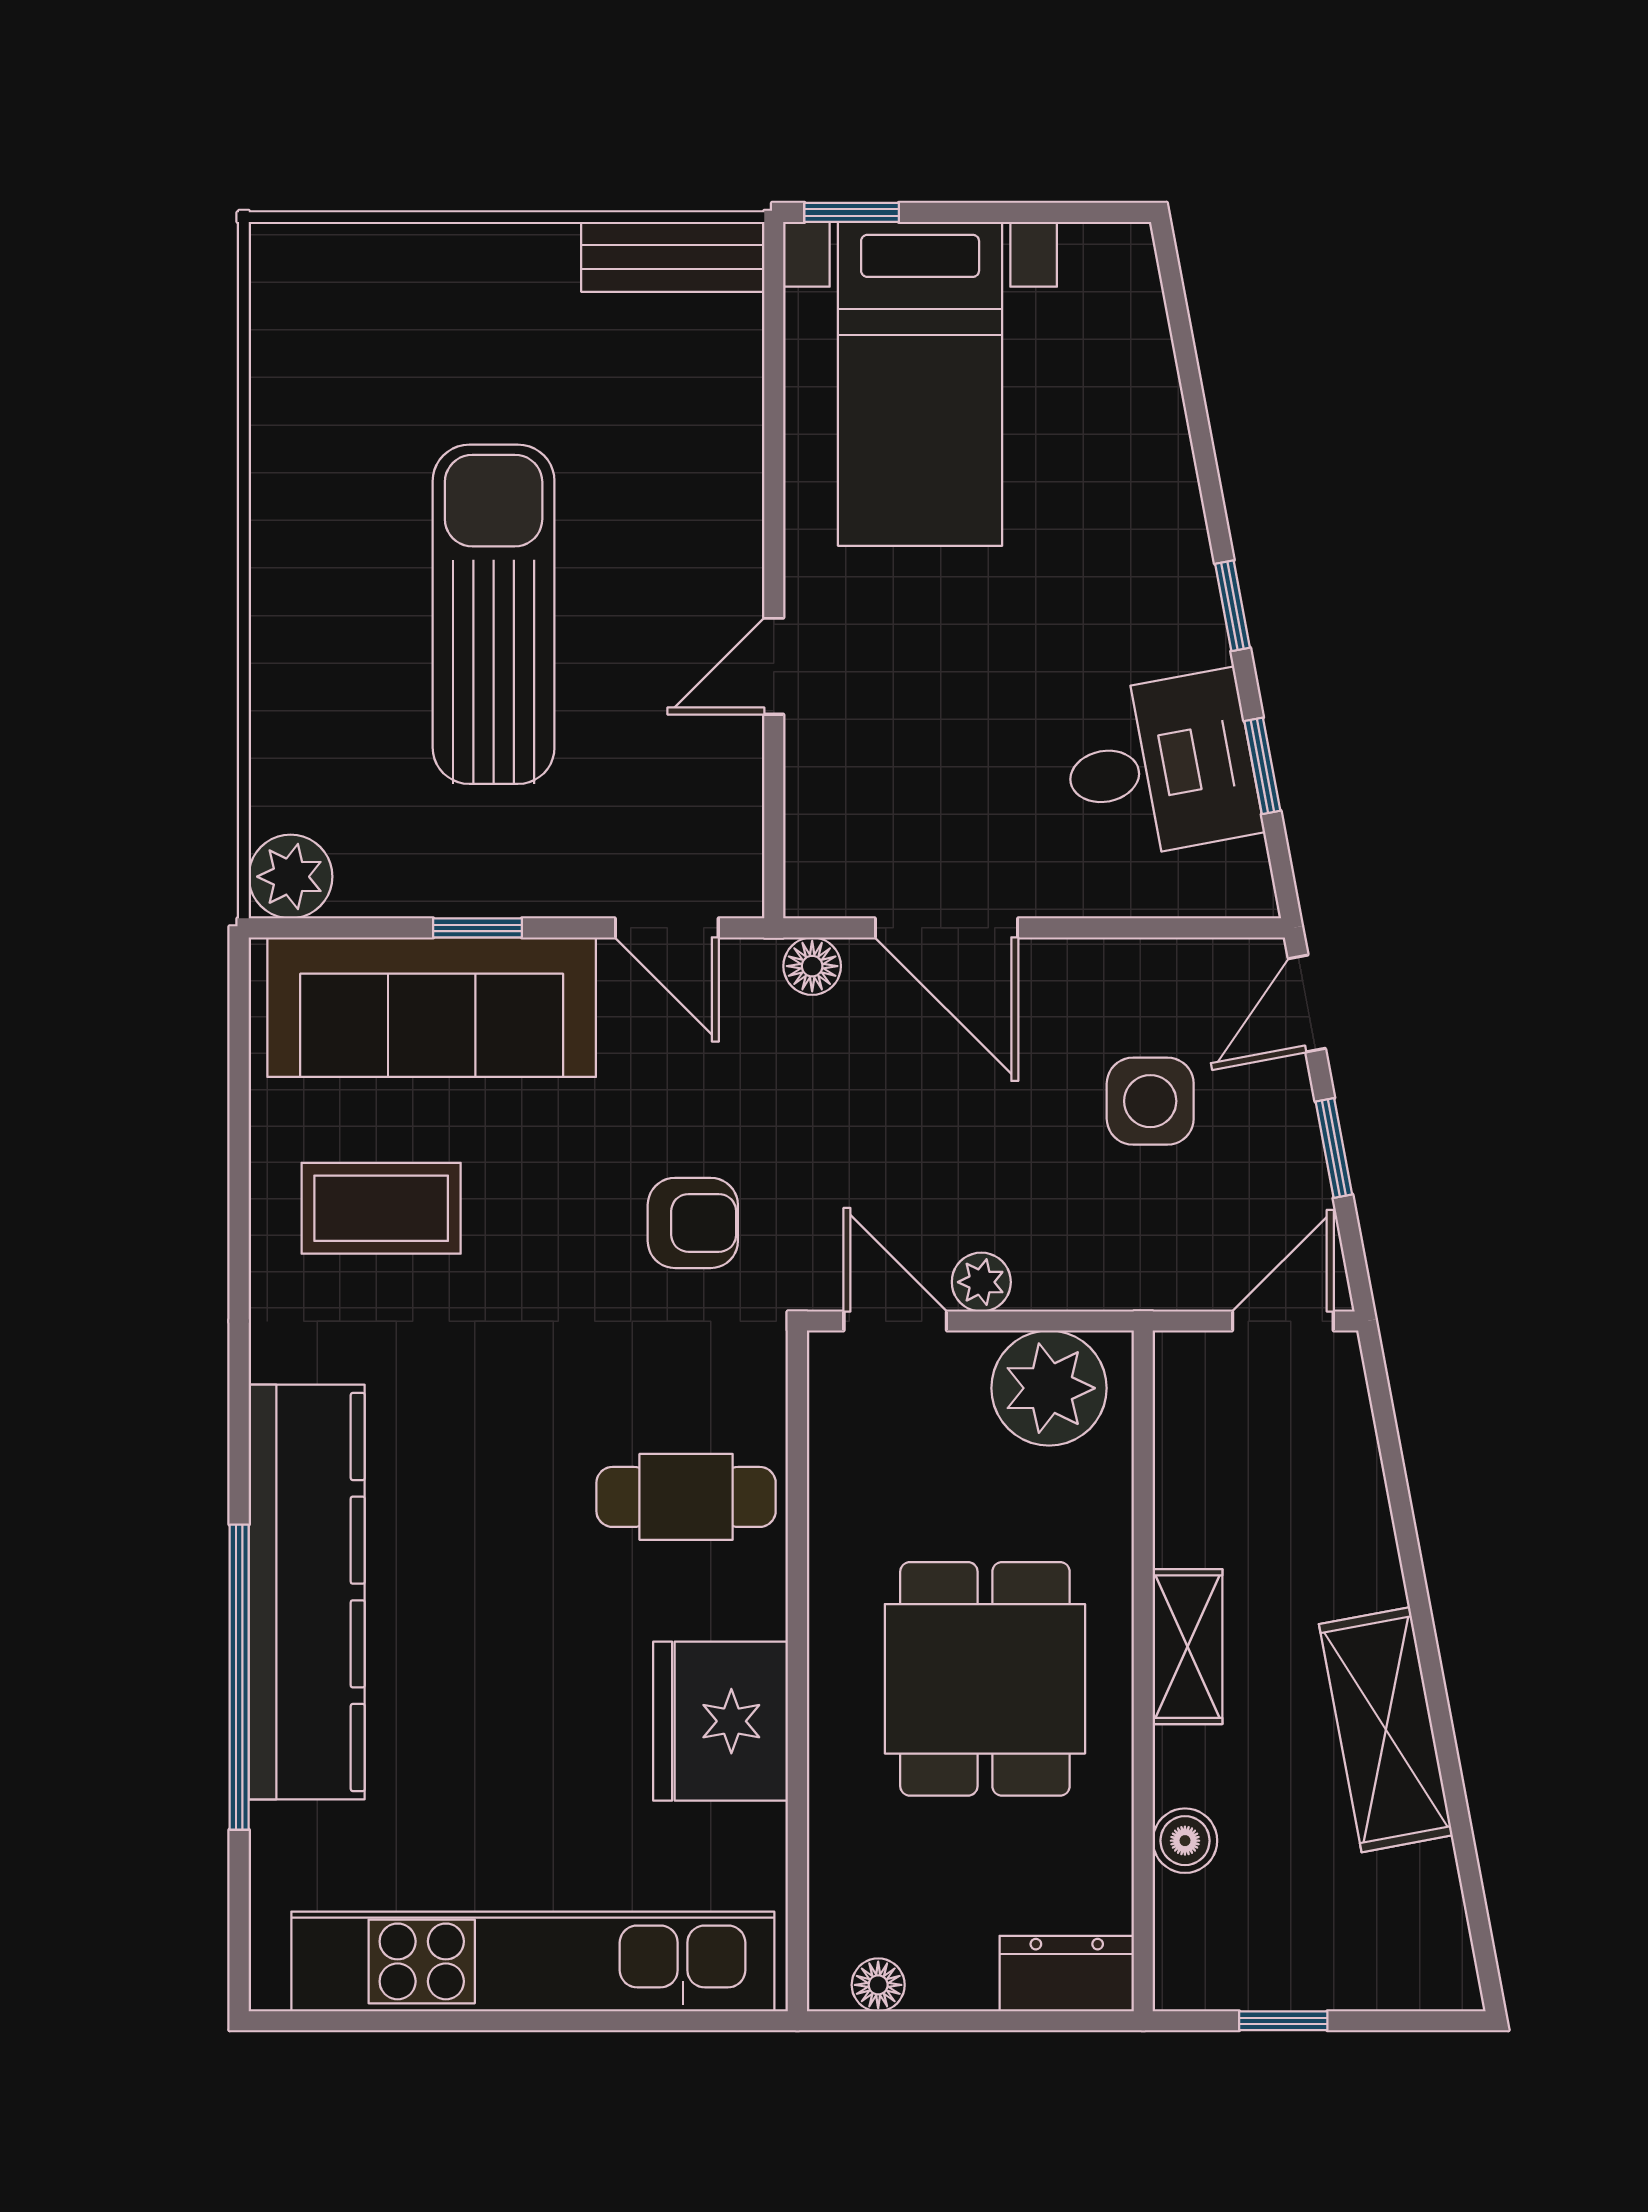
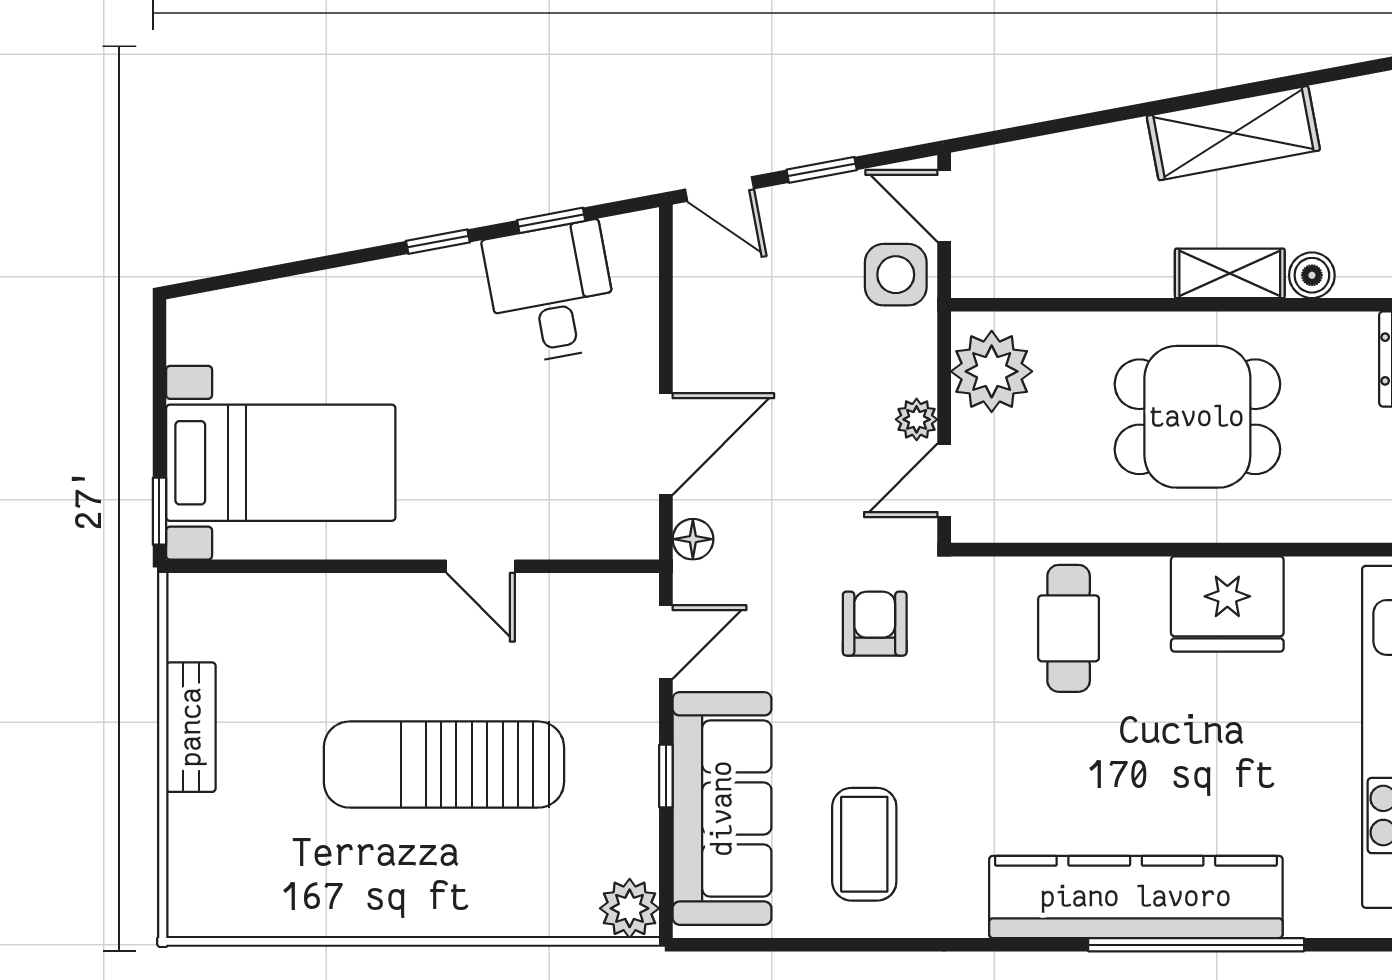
bench: (673, 257) -> (191, 727), moved
side table: (1150, 1101) -> (896, 275), moved
shelving: (1188, 1647) -> (1230, 273), moved

